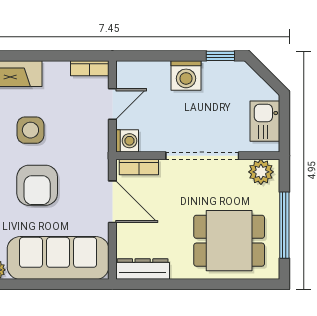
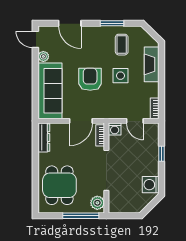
window: (220, 56) -> (161, 154), moved
washing machine: (186, 75) -> (151, 185), moved
kitchen sink: (265, 121) -> (125, 205), removed
armchair: (37, 185) -> (90, 79), turned 90
window: (284, 225) -> (81, 216), moved

